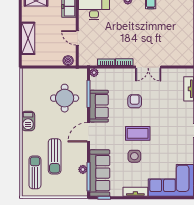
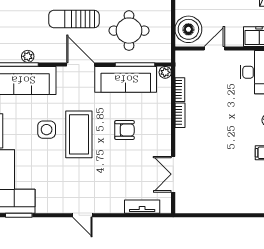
boiler: (68, 61) -> (188, 29), width x1.86, depth x1.86
double door: (148, 67) -> (173, 174), moved
sofa: (99, 106) -> (126, 79), width x1.36
coffee table: (138, 133) -> (79, 134), width x1.36, depth x1.32
sun lounger: (55, 156) -> (74, 19), moved

